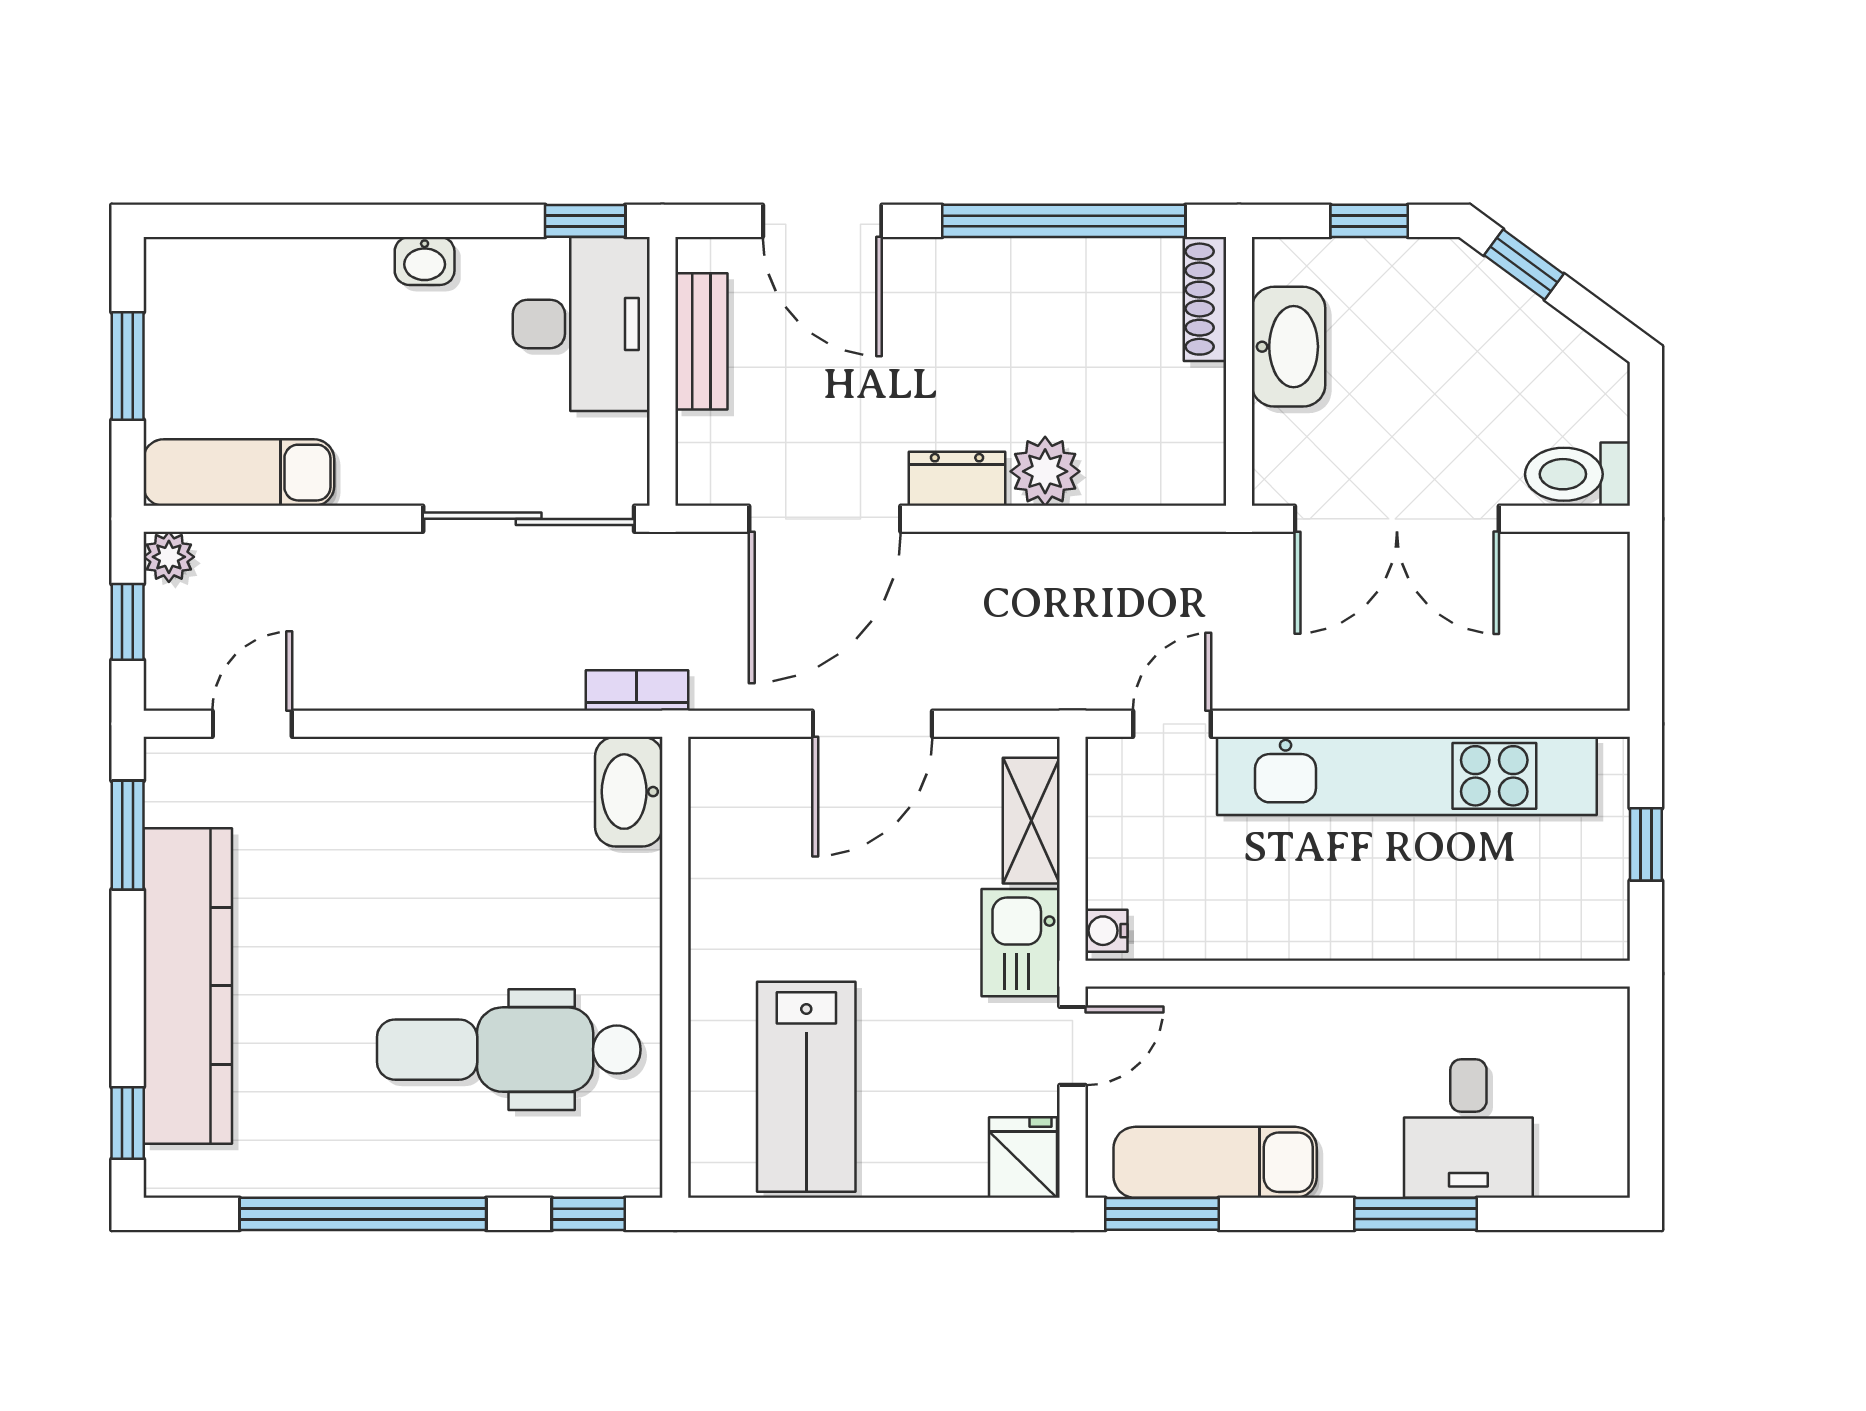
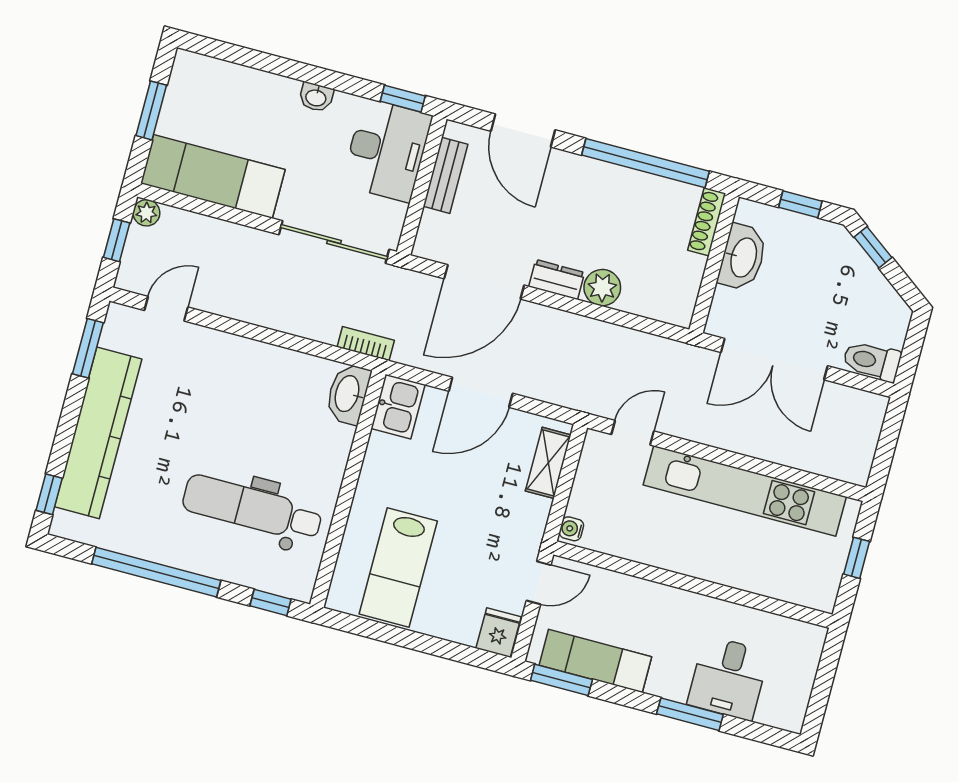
exam couch: (239, 473) -> (213, 176), width x1.36, depth x1.45
kitchen sink: (1021, 943) -> (398, 407), moved, turned 180

